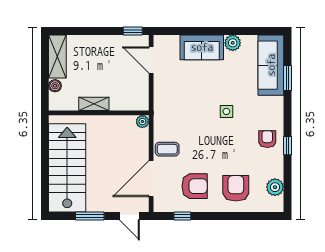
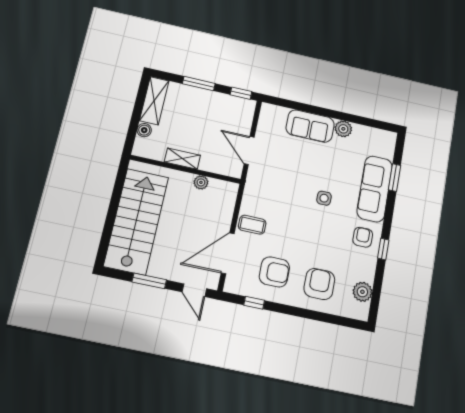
window: (93, 31) -> (199, 84), added
door: (151, 60) -> (249, 150), moved
sofa: (271, 65) -> (375, 189), moved
plant: (142, 122) -> (201, 182), moved

